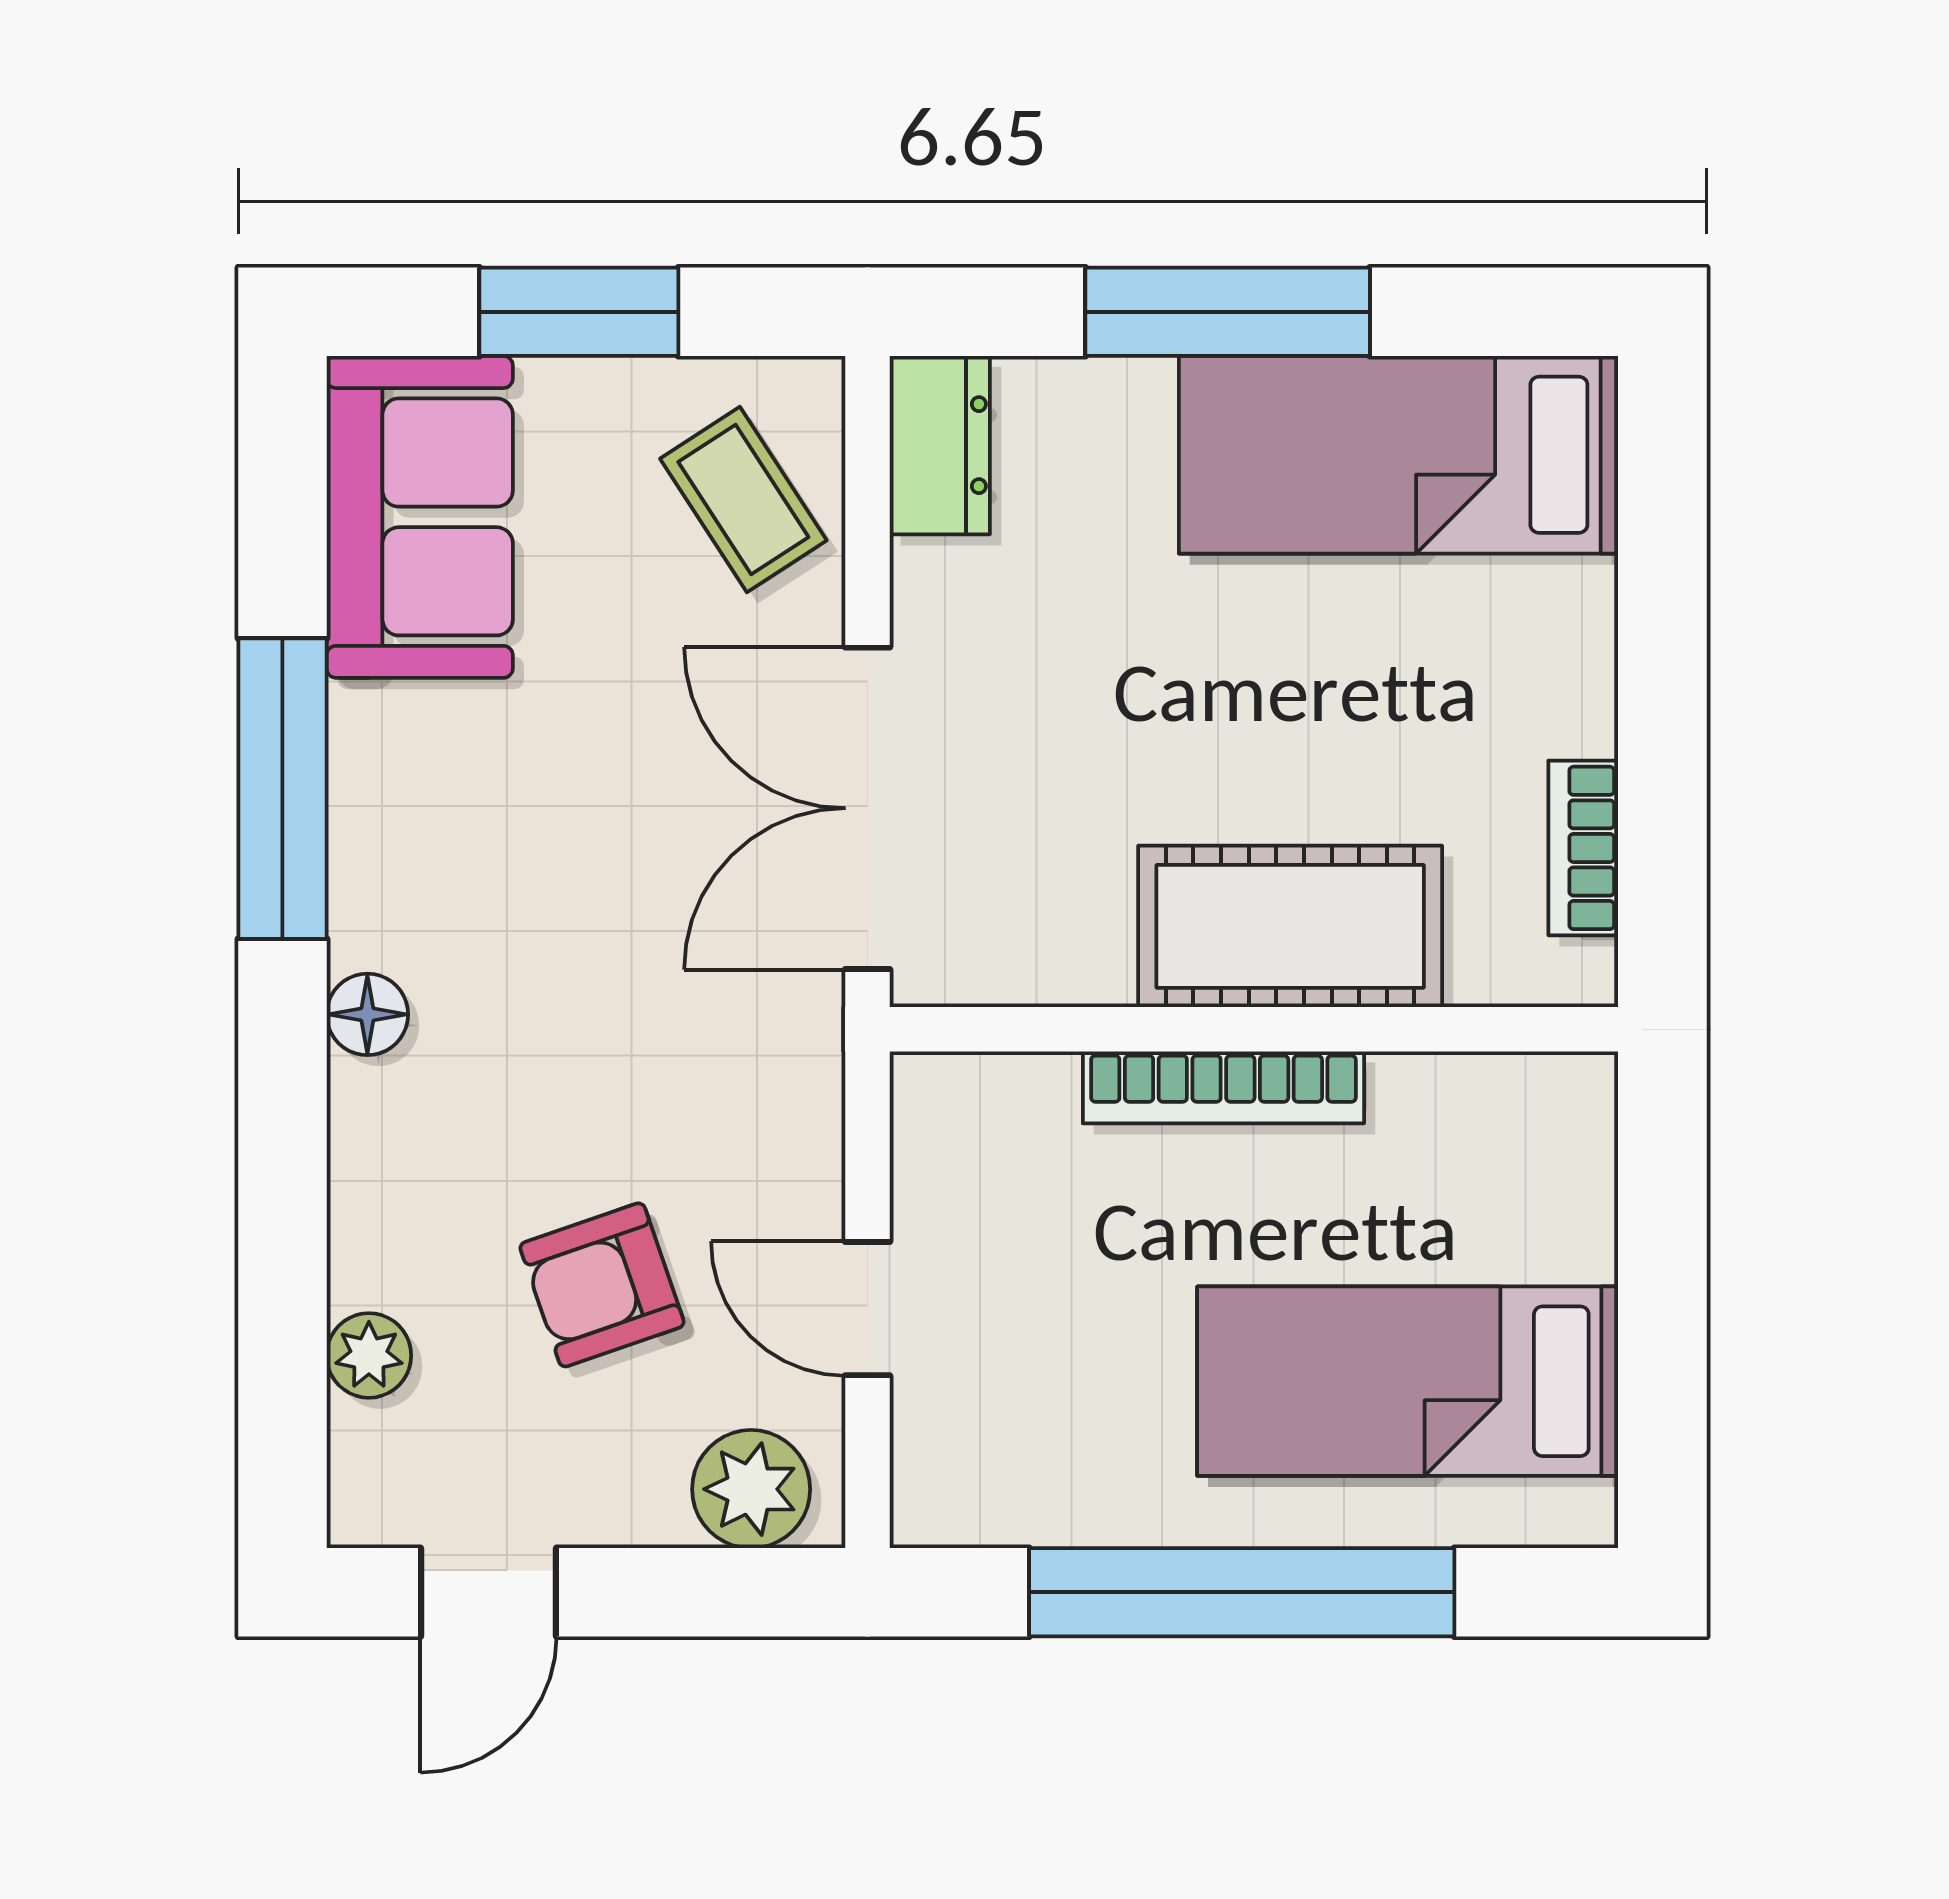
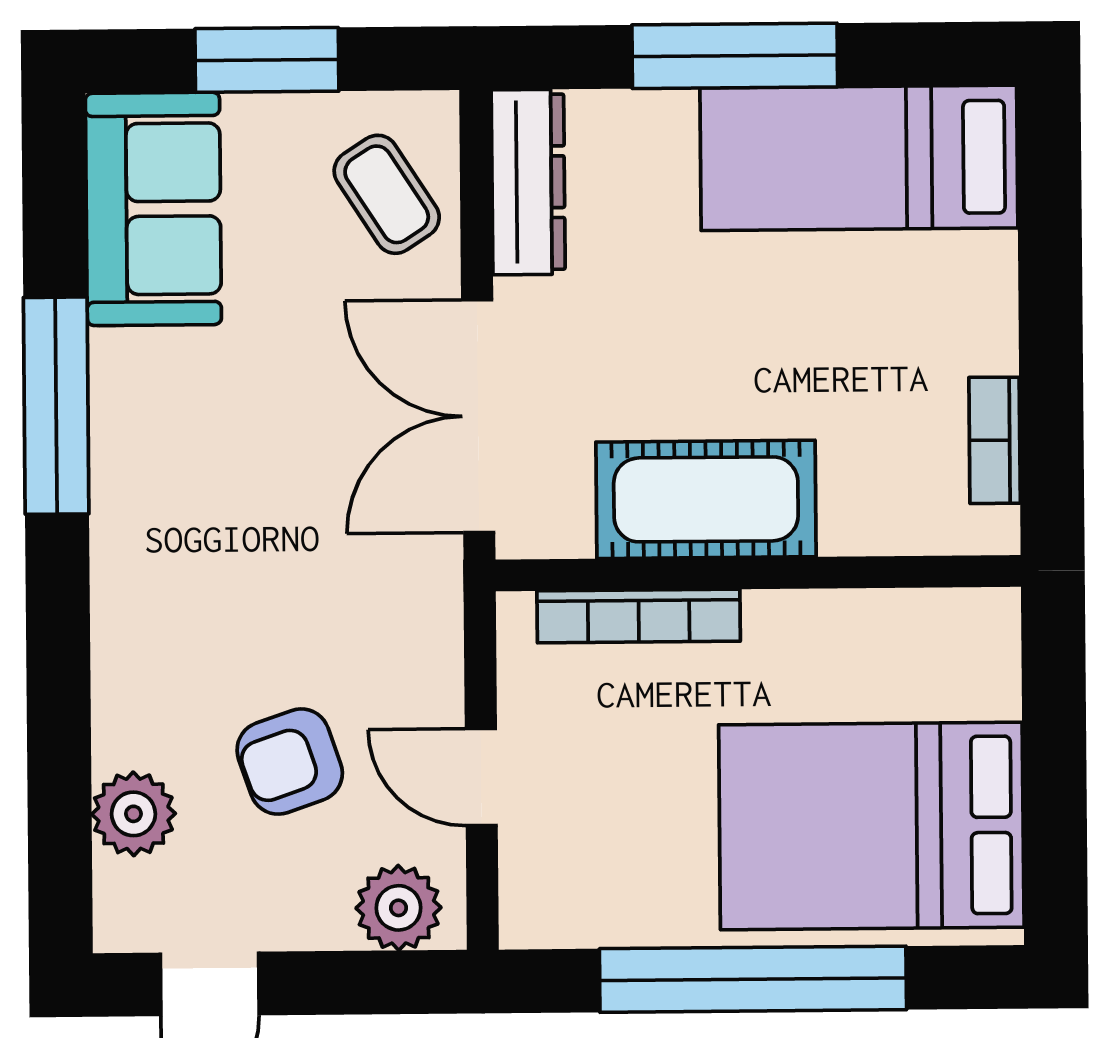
dresser: (940, 445) -> (528, 182), width x1.44
cot: (1290, 926) -> (706, 499), moved
floor lamp: (367, 1014) -> (119, 568), removed
bookcase: (1223, 1087) -> (639, 616), moved
plant: (369, 1355) -> (133, 814), width x1.38, depth x1.38
bed: (1408, 1381) -> (871, 826), width x1.50

